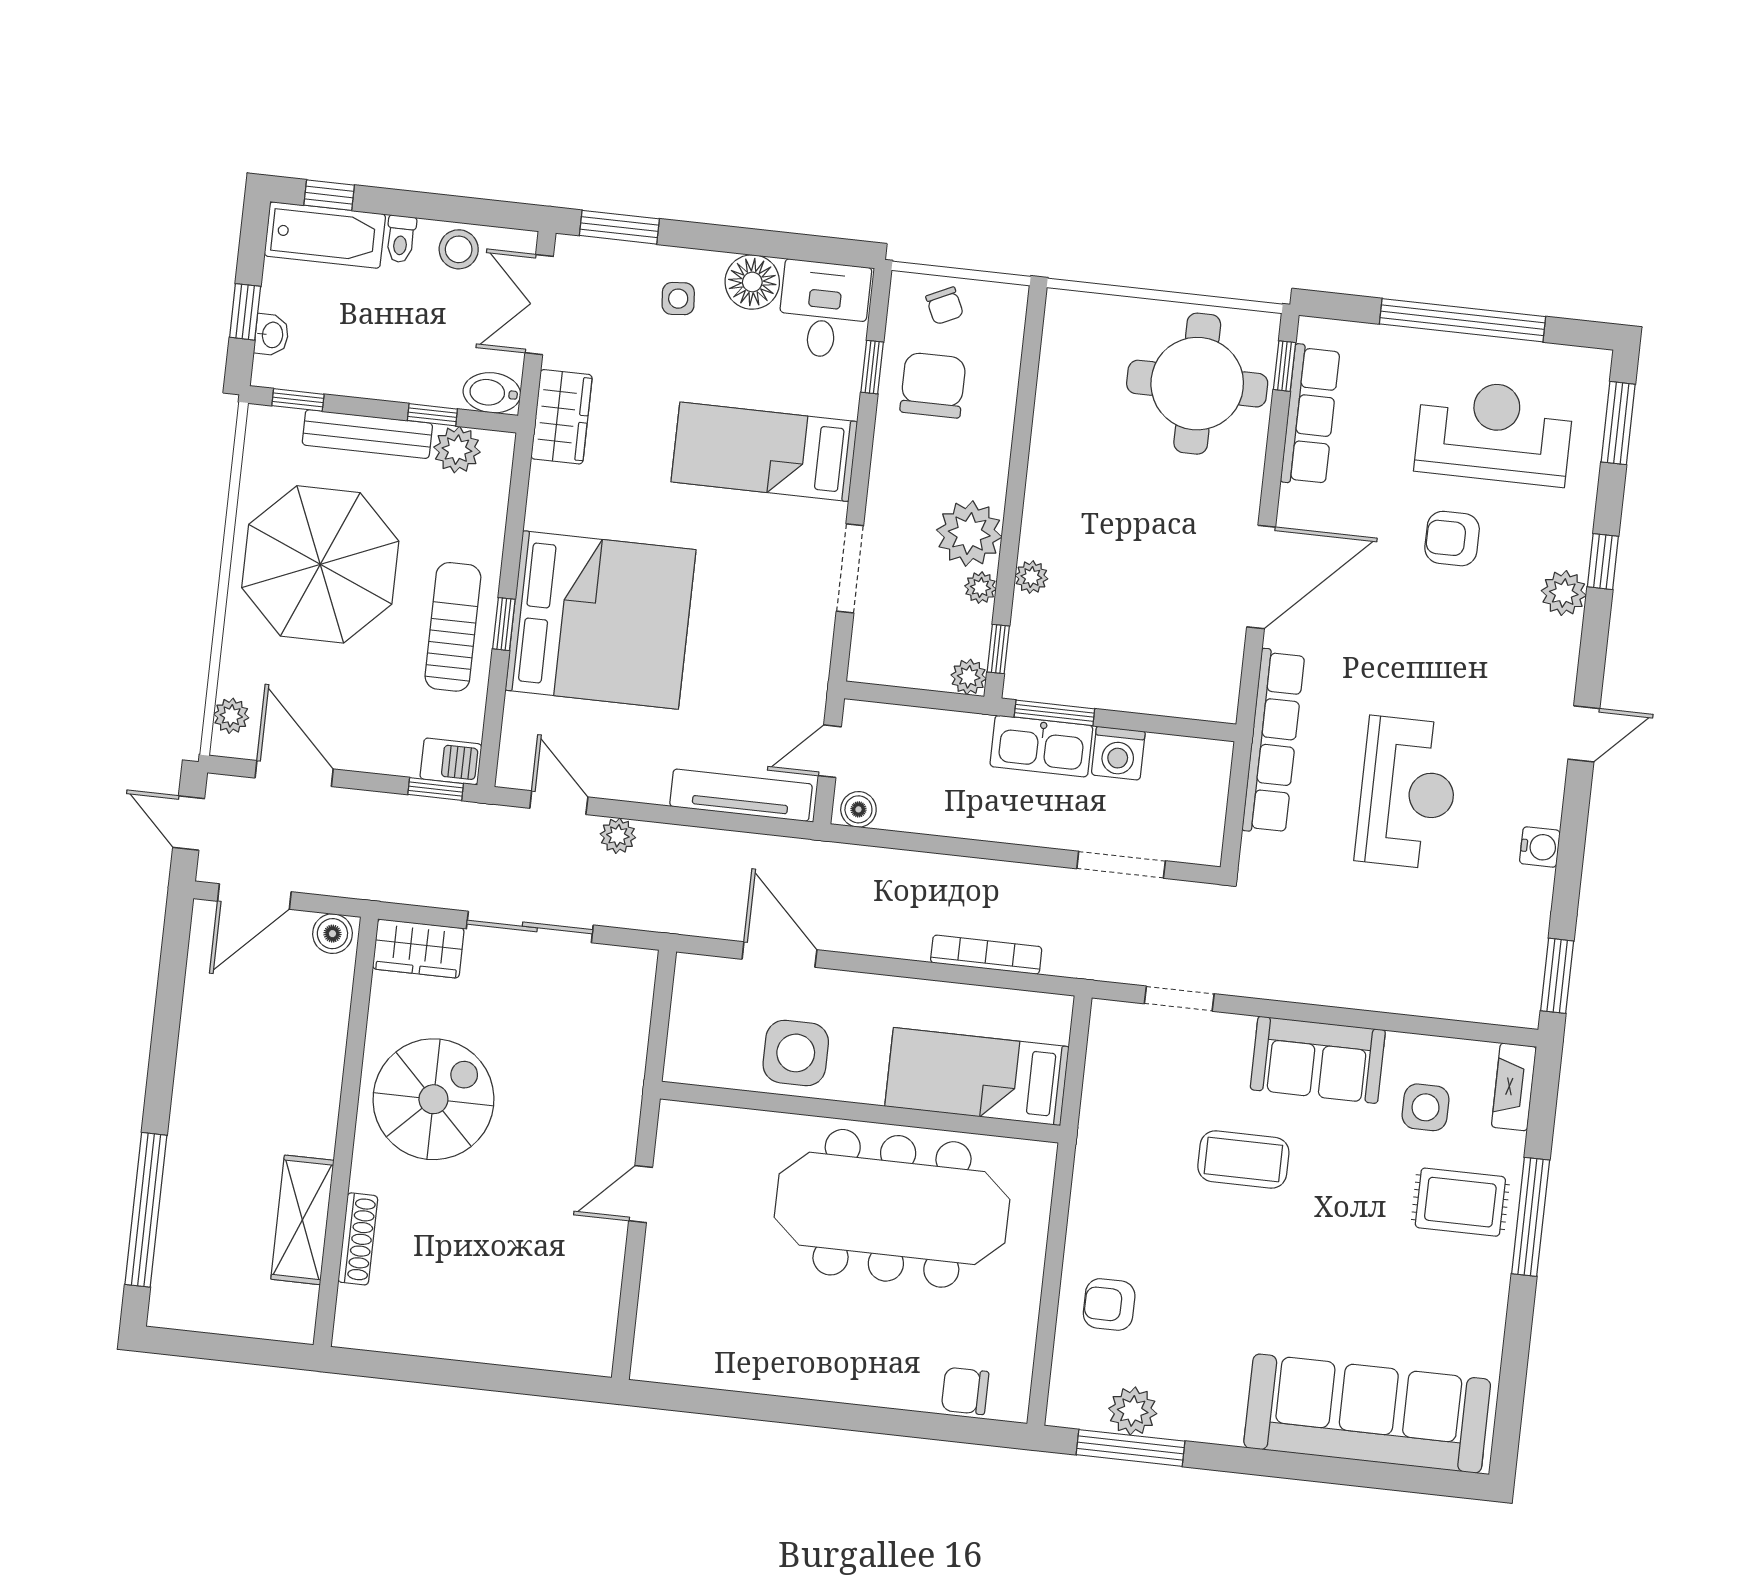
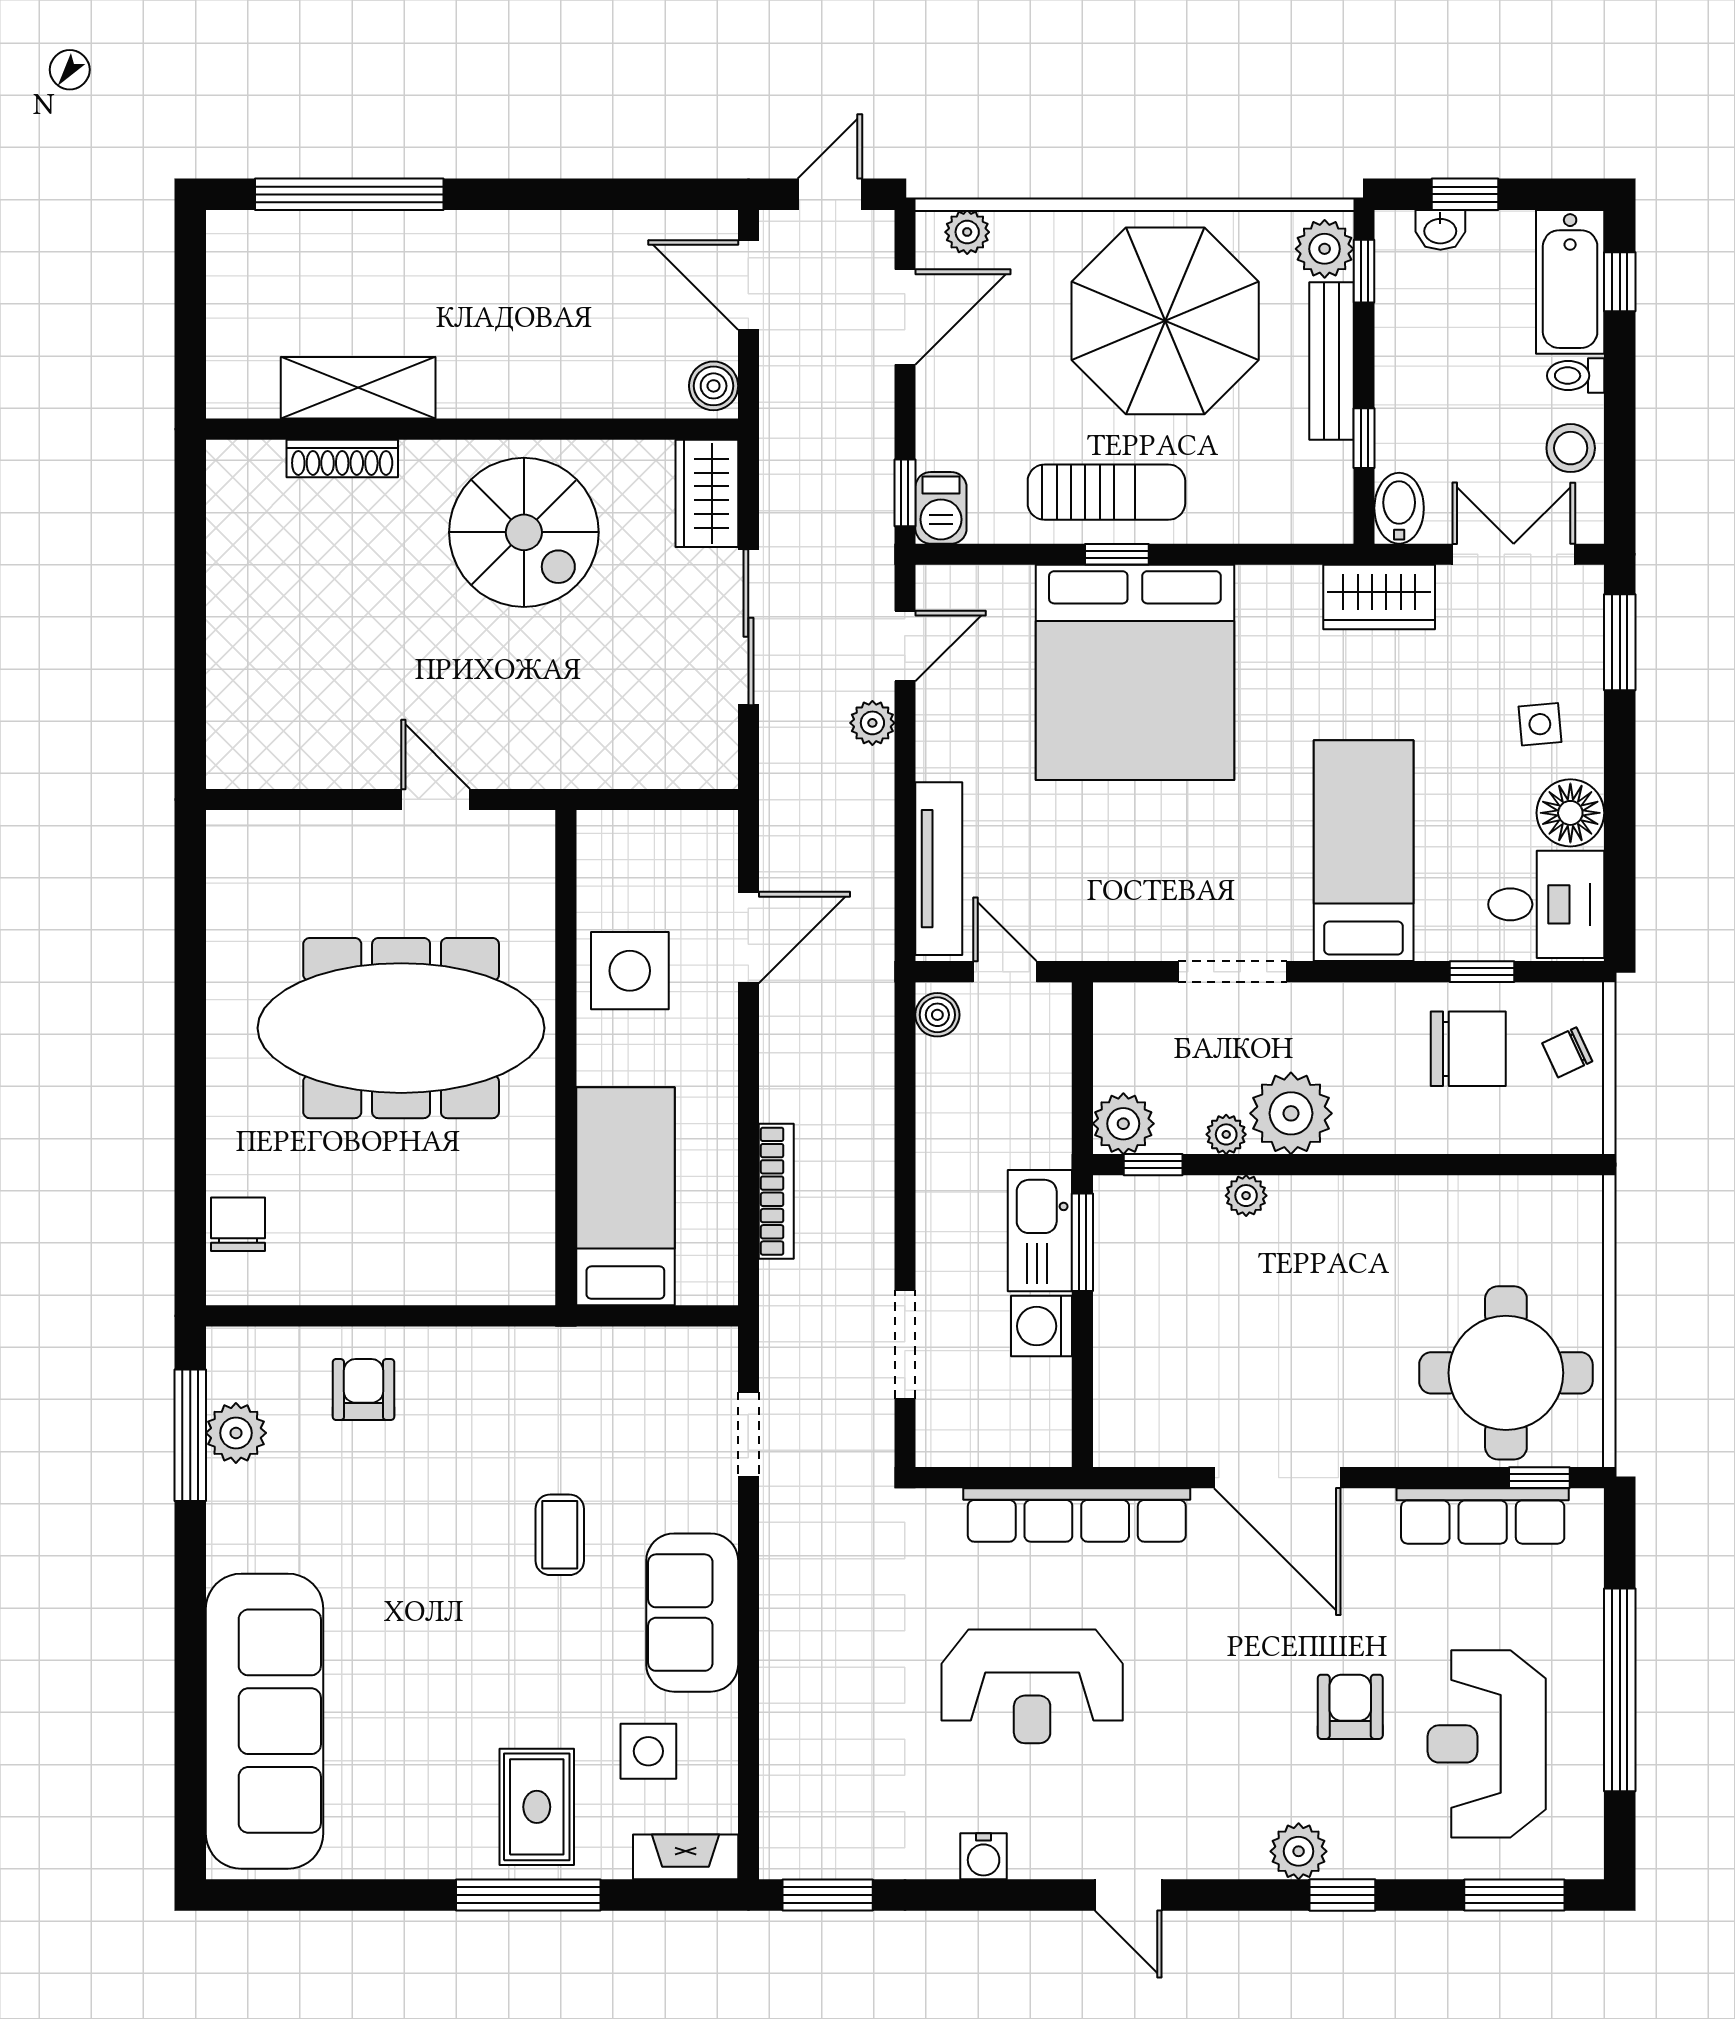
reception desk: (1494, 432) -> (1487, 1744), turned 180
plant: (457, 450) -> (1325, 249), moved
plant: (969, 677) -> (1123, 1124), width x1.38, depth x1.38
coffee table: (1243, 1159) -> (560, 1535), width x0.73, depth x0.77
meeting table: (892, 1208) -> (401, 1028), moved, turned 90

